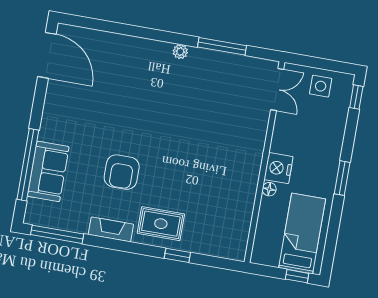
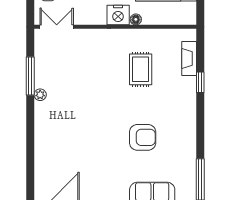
plant: (180, 52) -> (40, 95), moved
rug: (161, 224) -> (141, 69), moved
fireplace: (111, 229) -> (189, 59), moved

